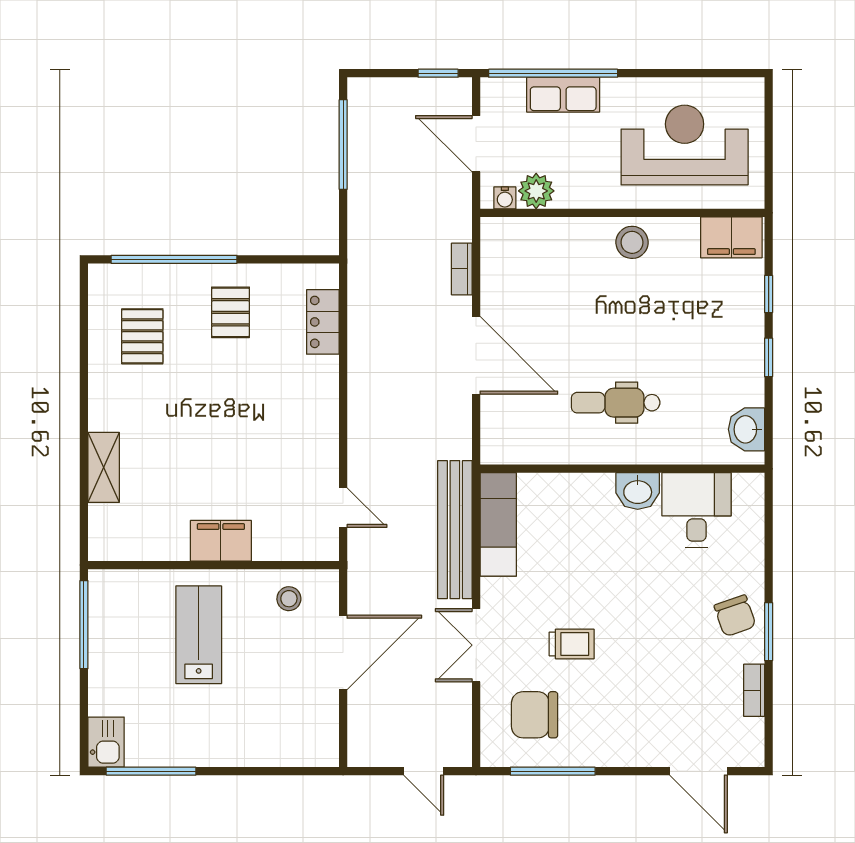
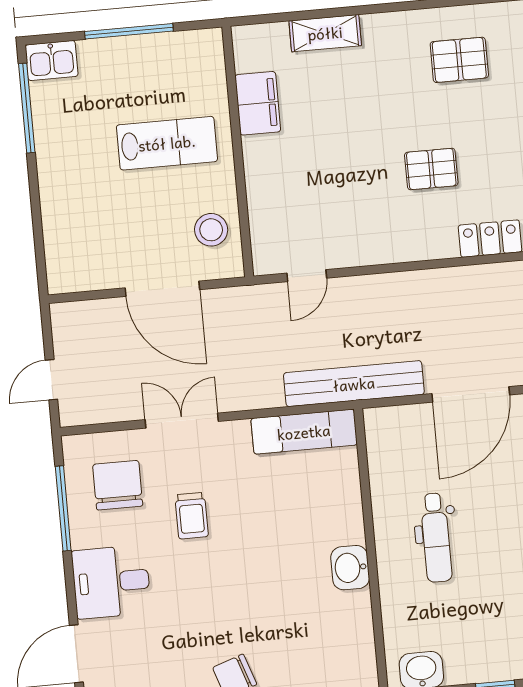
pallet: (231, 312) -> (431, 169), moved
dental chair: (616, 403) -> (436, 538), turned 180
desk: (697, 510) -> (111, 582), moved, turned 180
bench: (455, 530) -> (354, 384), moved
filing cabinet: (221, 541) -> (258, 103), moved
stool: (289, 599) -> (211, 230), width x1.37, depth x1.37
window: (84, 625) -> (129, 31), moved

